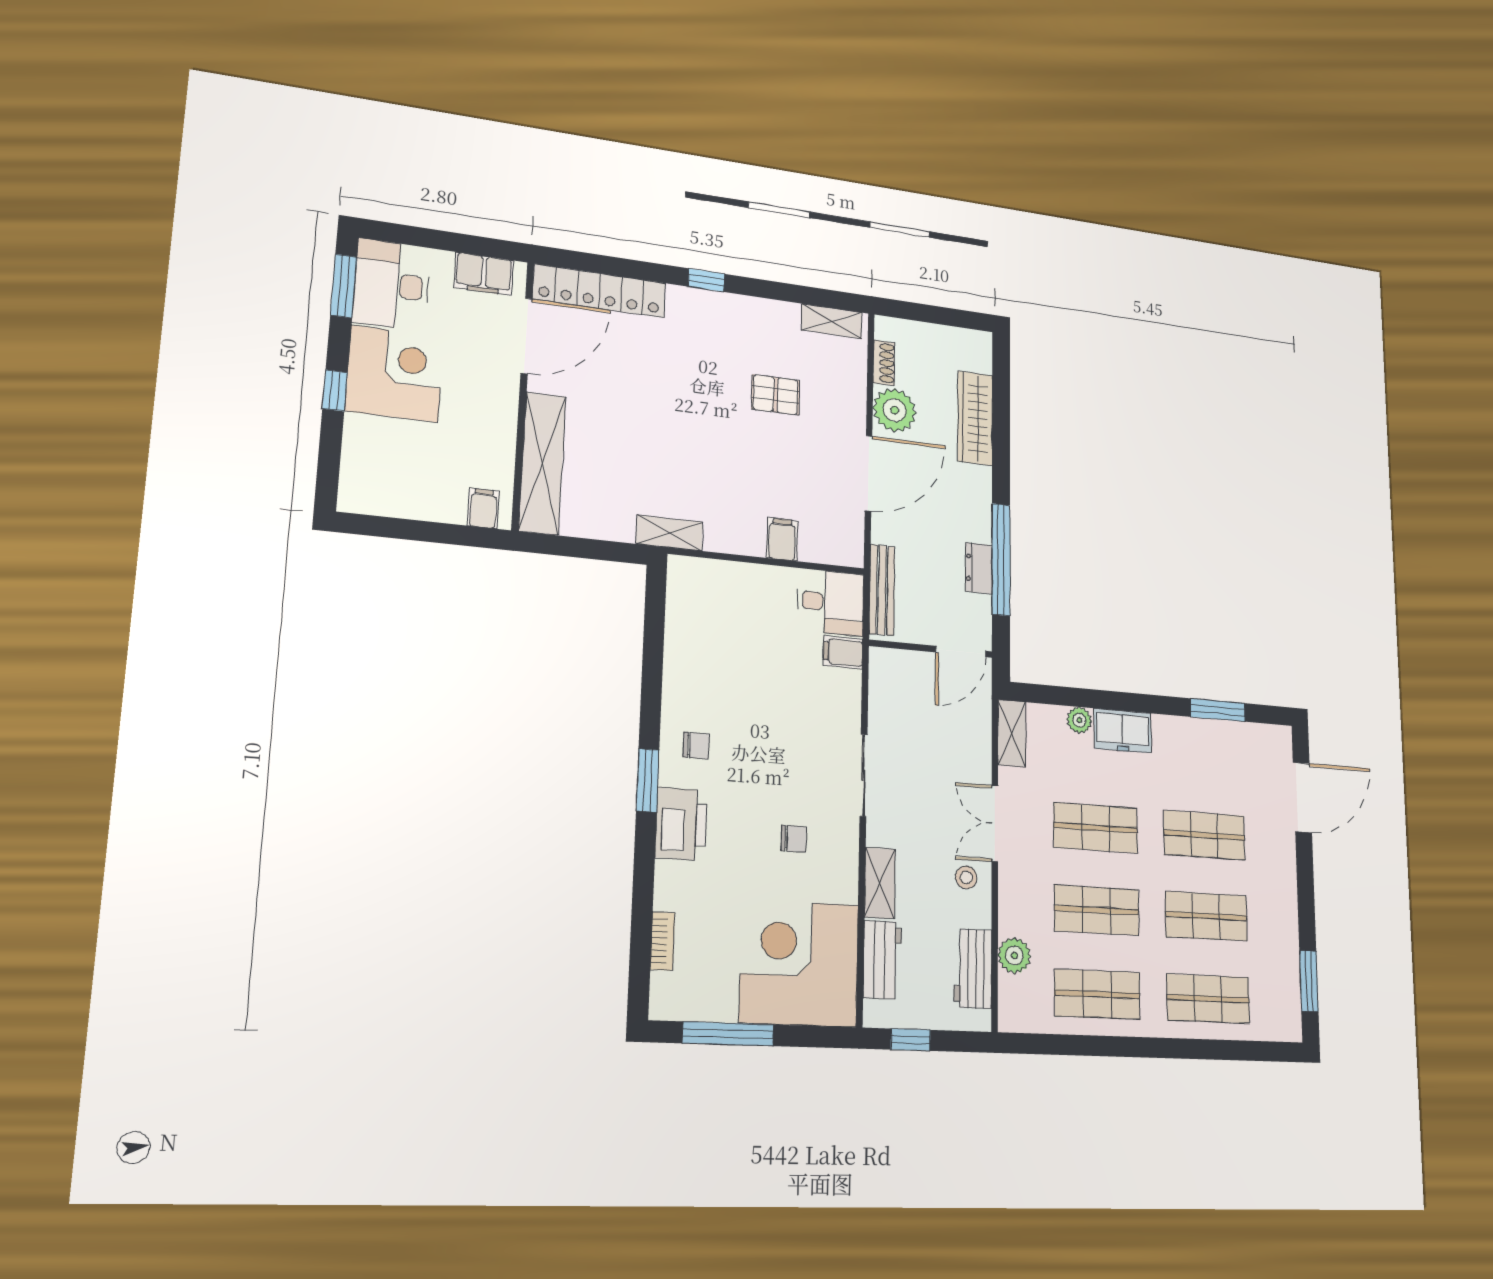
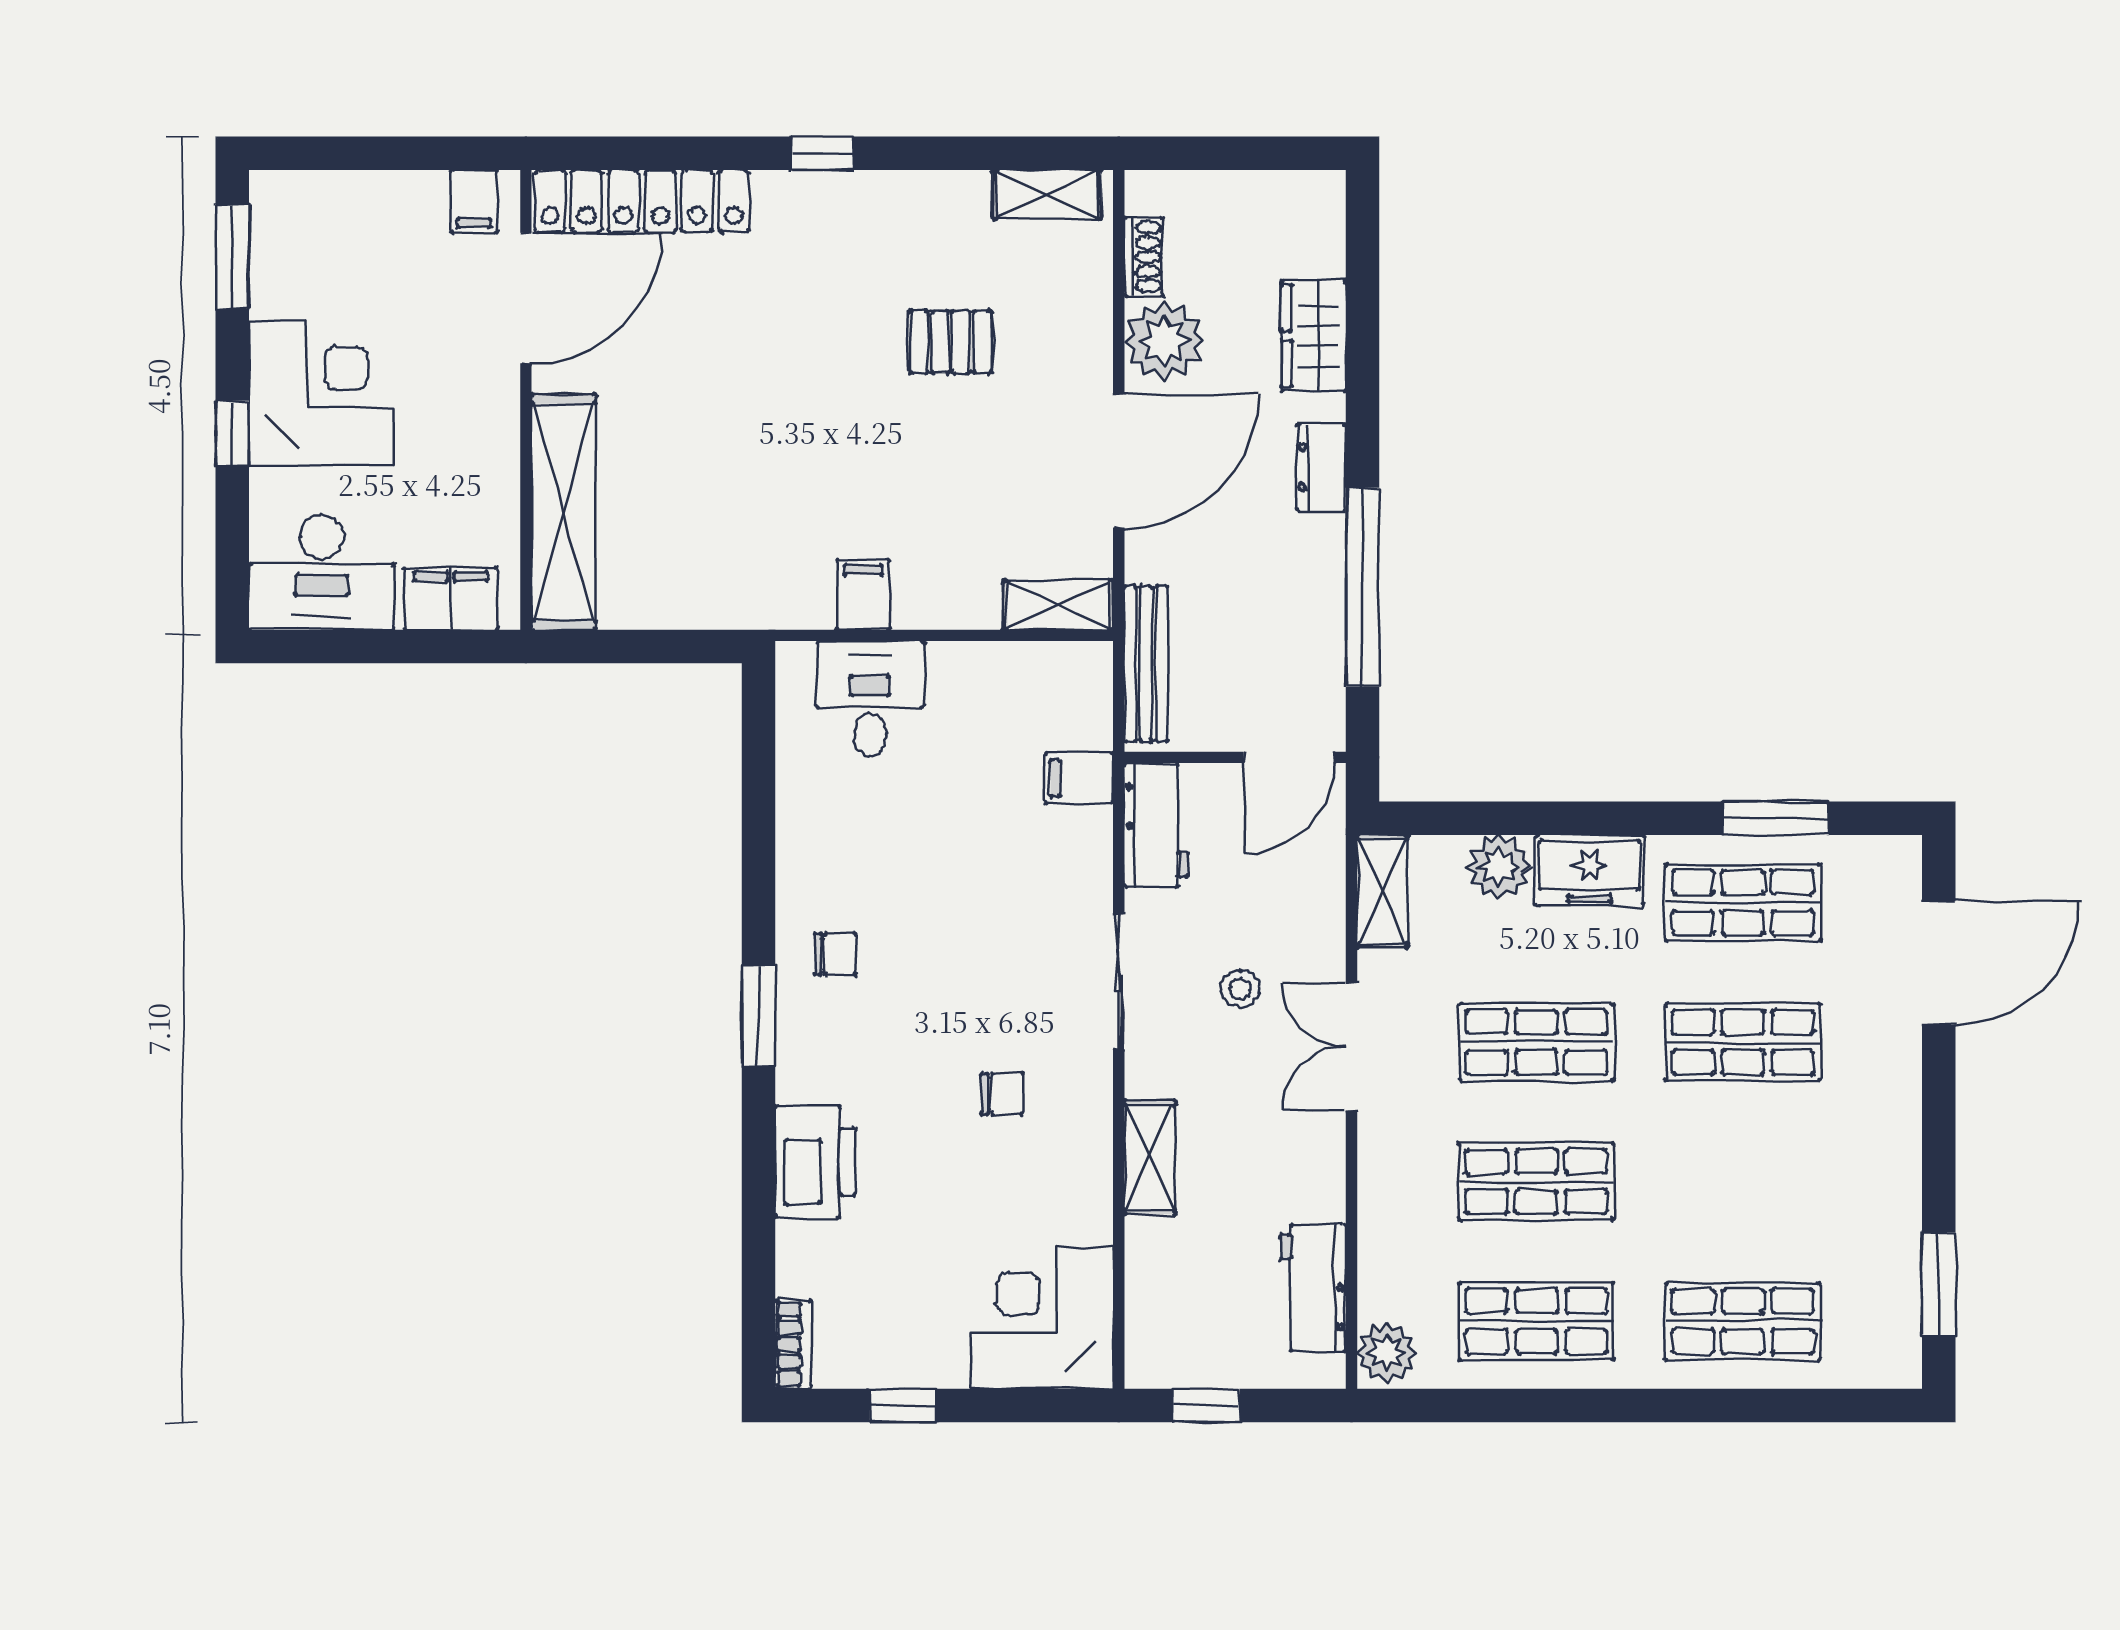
filing cabinet: (484, 274) -> (474, 201), width x0.50
desk: (392, 285) -> (322, 573), moved, turned -90
wardrobe: (975, 418) -> (1314, 336), width x0.67
filing cabinet: (483, 508) -> (451, 599), width x2.00
shelving: (669, 533) -> (1058, 605), moved
filing cabinet: (782, 539) -> (863, 595), moved
dresser: (979, 568) -> (1321, 467), moved
desk: (830, 602) -> (870, 699), moved, turned -90
plant: (1079, 720) -> (1499, 867), width x1.38, depth x1.38
printer: (681, 824) -> (815, 1162), moved
stool: (966, 877) -> (1240, 989), moved
shop shelf: (1206, 916) -> (1743, 903), moved
bookcase: (663, 941) -> (793, 1344), moved
plant: (1014, 956) -> (1387, 1352), moved
workbench: (882, 960) -> (1156, 825), moved
corner desk: (799, 963) -> (1042, 1318), width x0.74, depth x0.74
window: (728, 1034) -> (903, 1406), width x0.46

